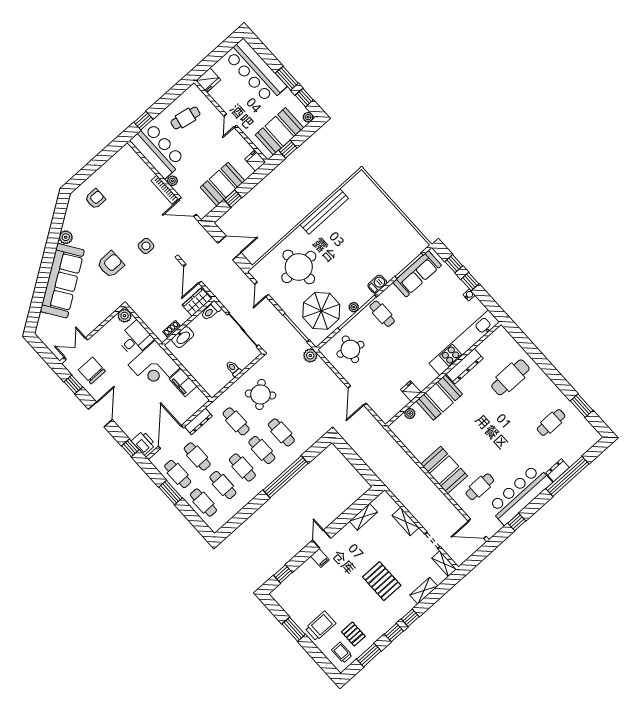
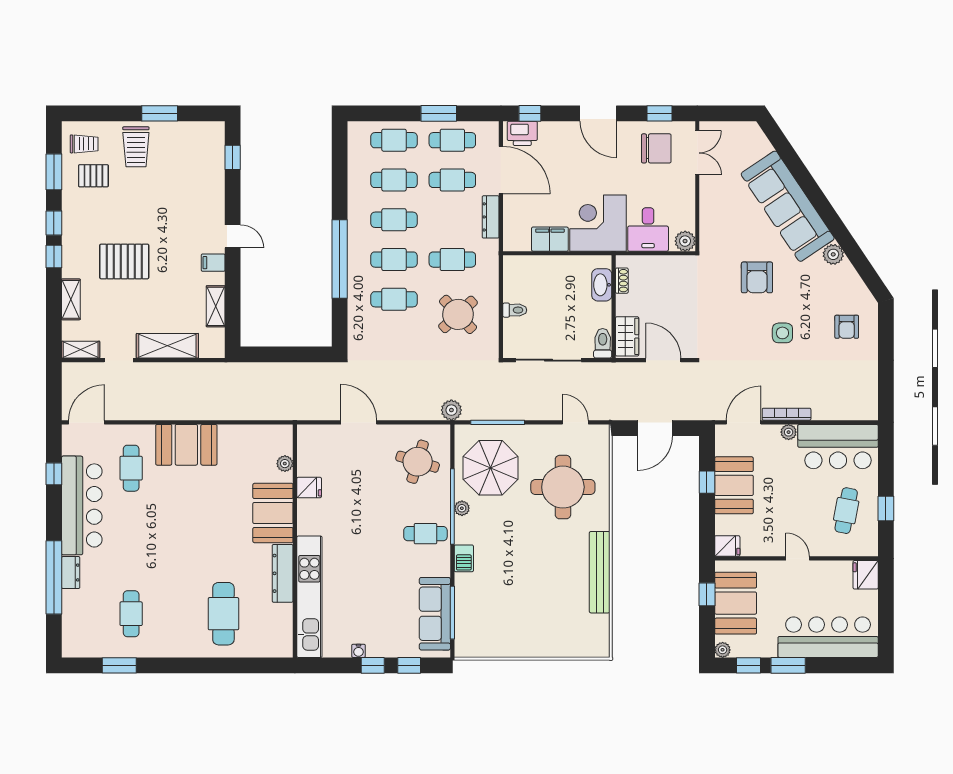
window: (143, 121) -> (886, 508), moved
side table: (146, 246) -> (782, 333), moved
shelving: (405, 522) -> (167, 346), width x1.50, depth x1.33
filing cabinet: (320, 558) -> (213, 263), moved

